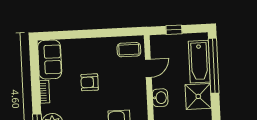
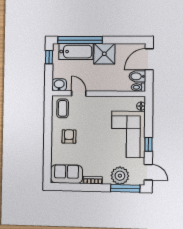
window: (174, 30) -> (49, 57), moved
armchair: (90, 82) -> (69, 136), moved, turned 180
washbasin: (160, 98) -> (59, 85), moved

